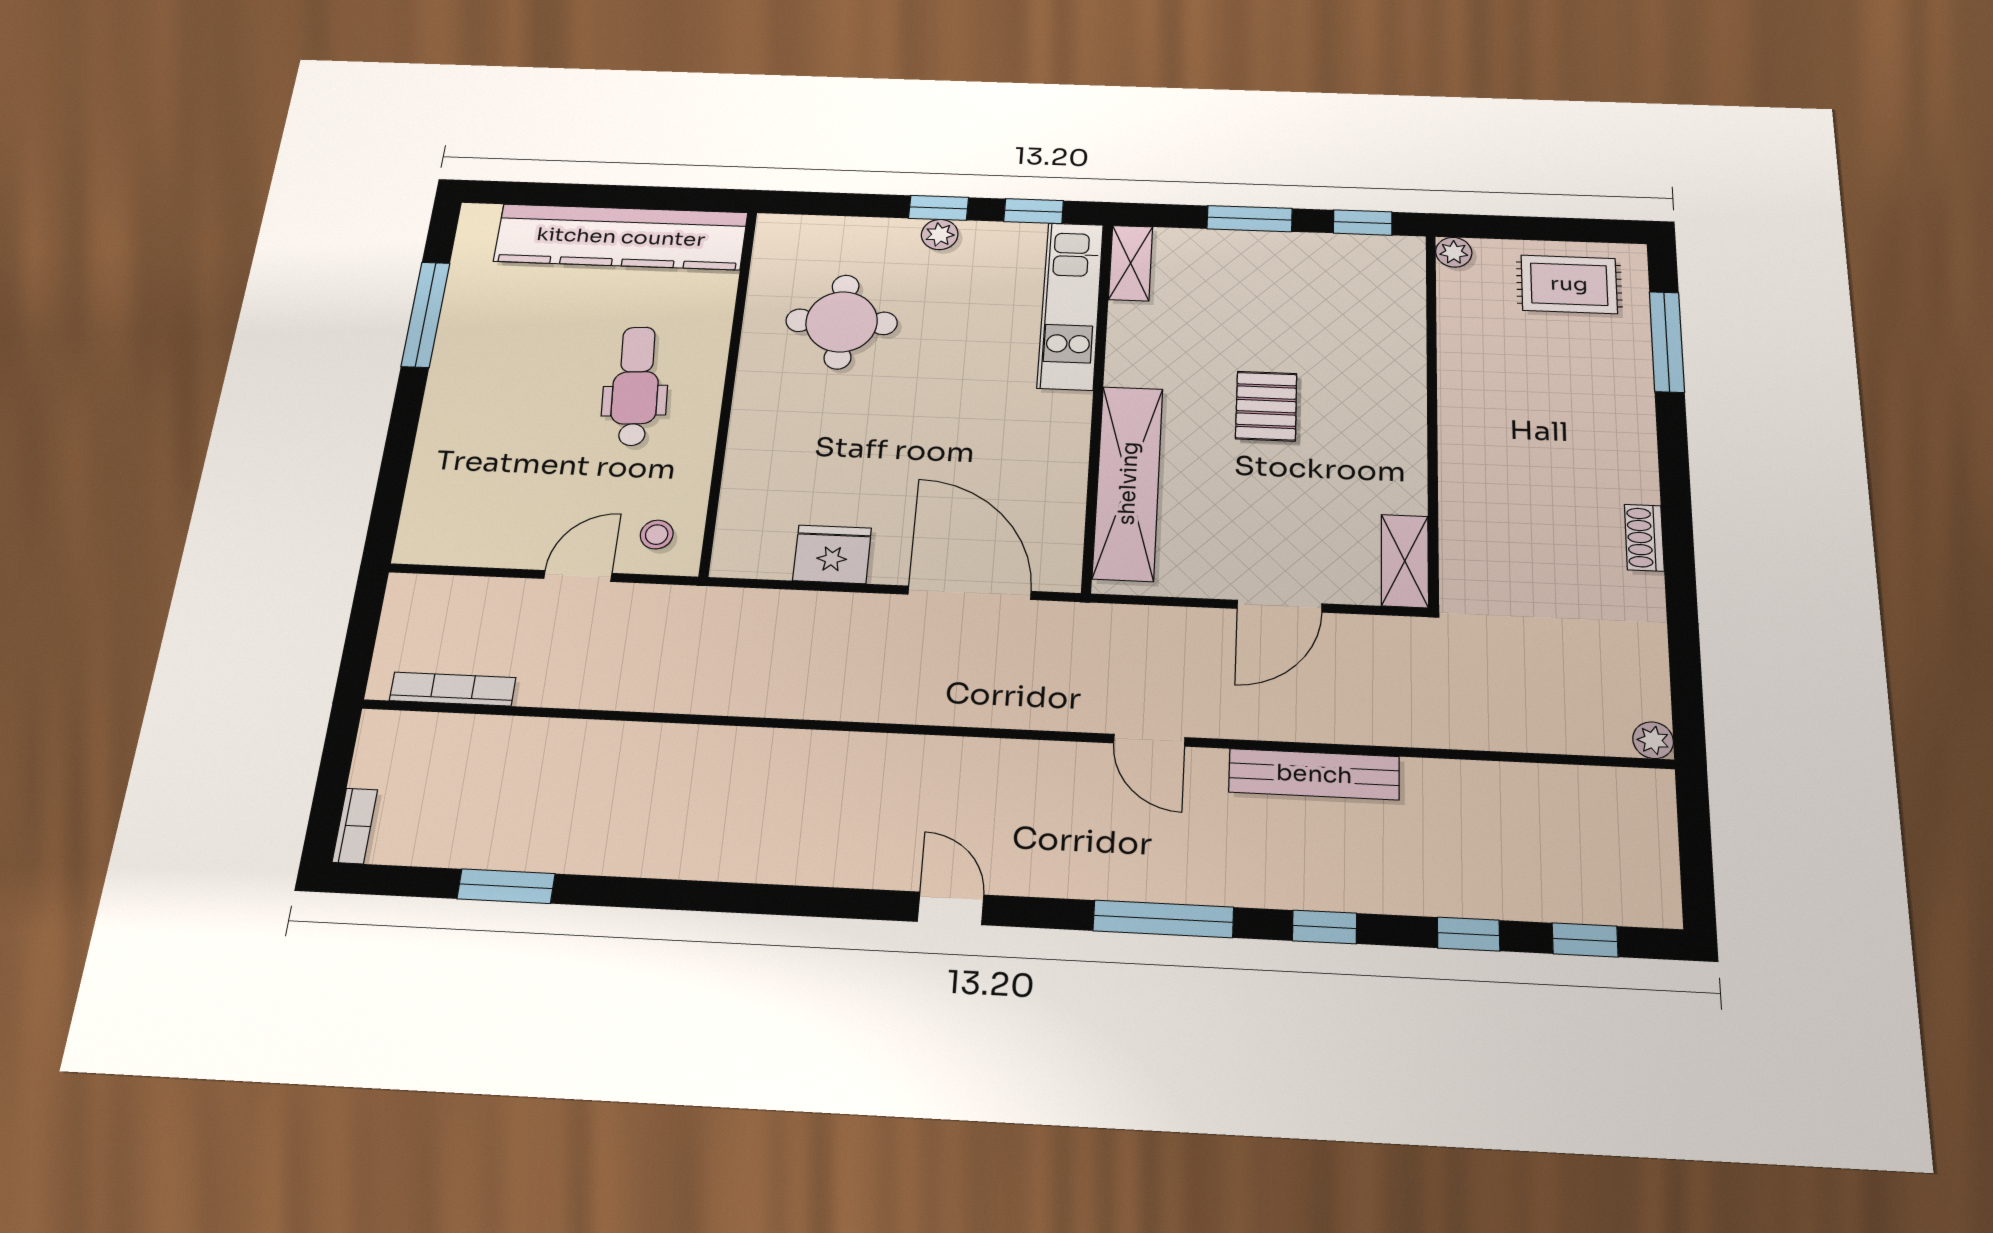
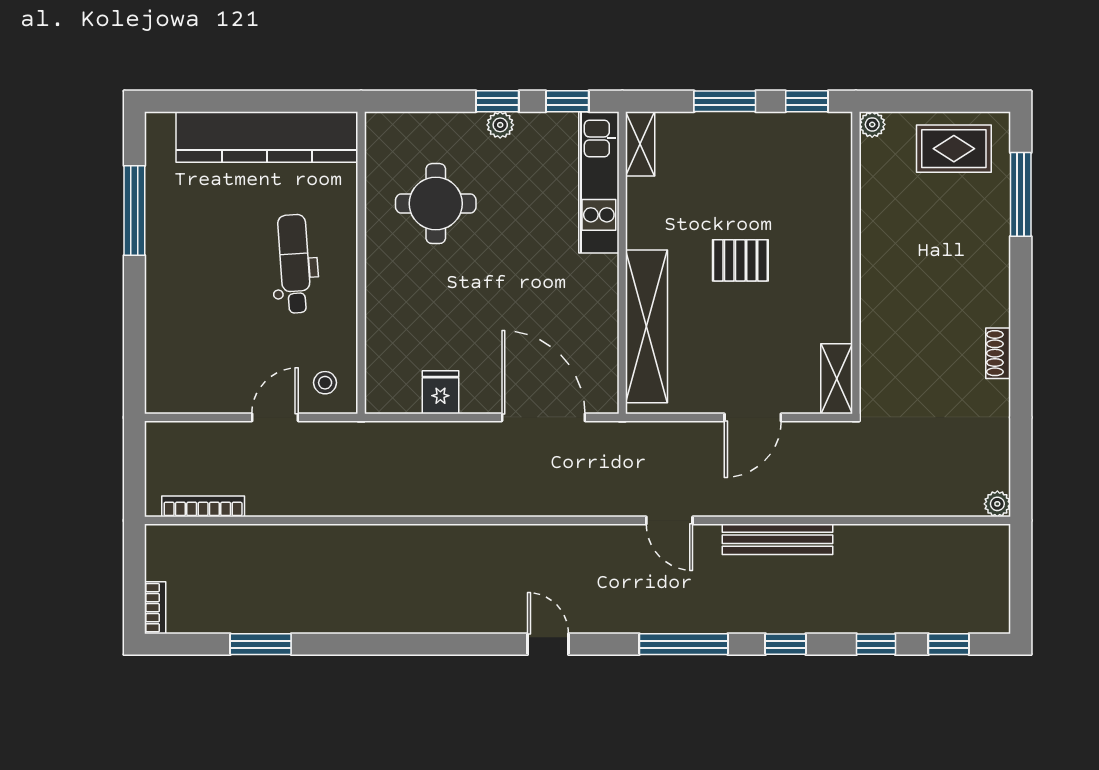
pallet: (1266, 406) -> (740, 260), turned 90
fridge: (832, 554) -> (440, 392), width x0.72

